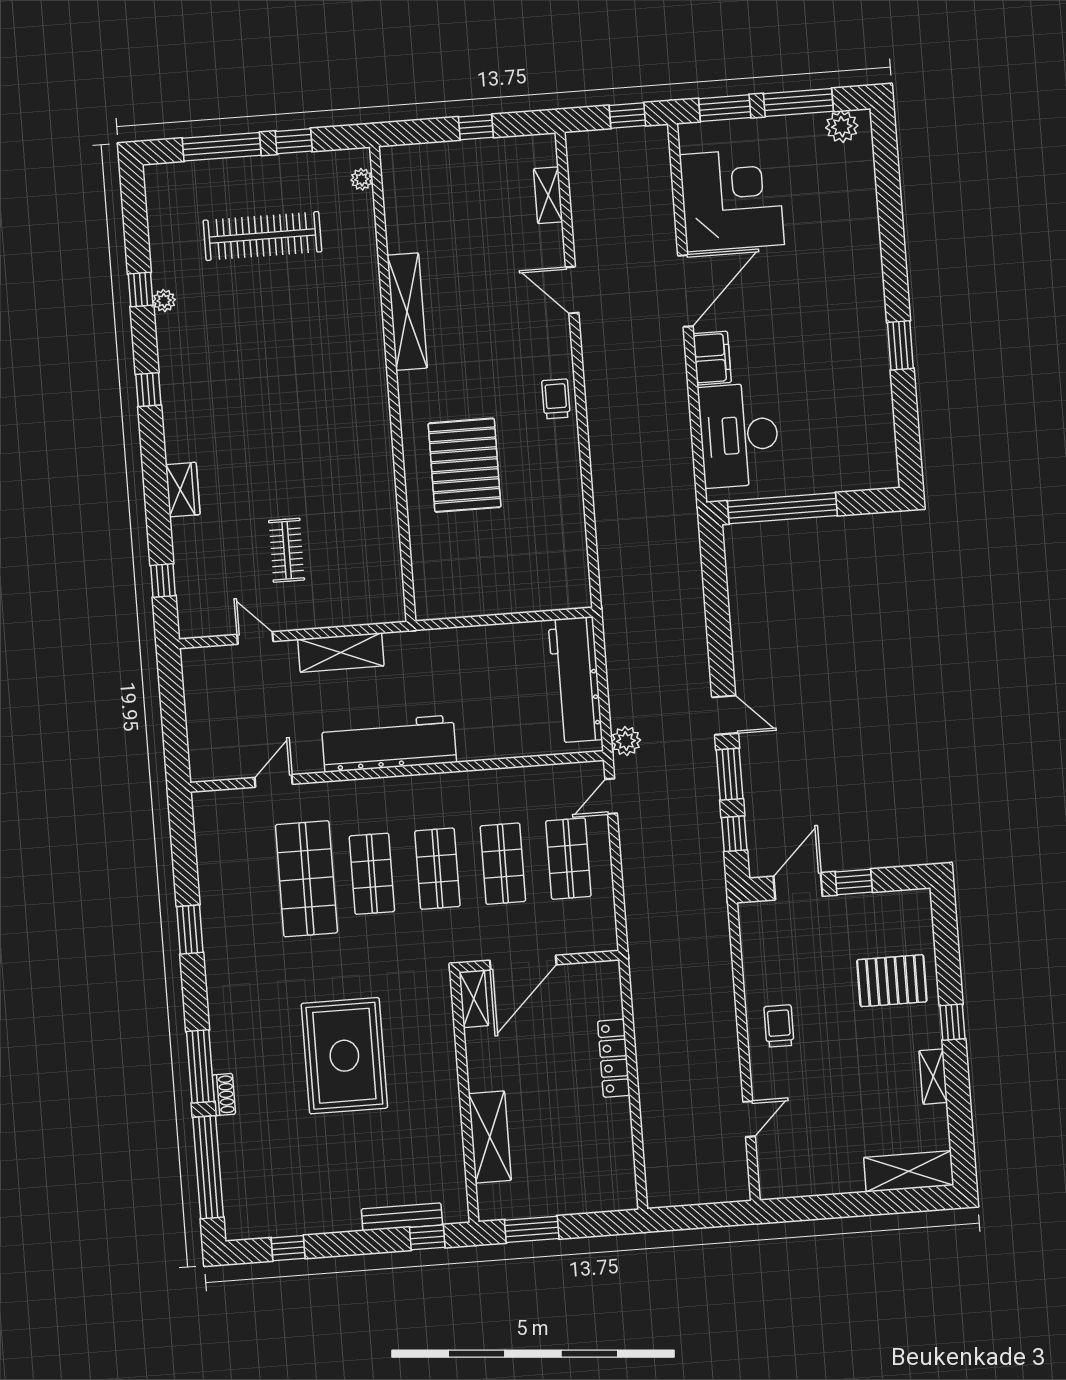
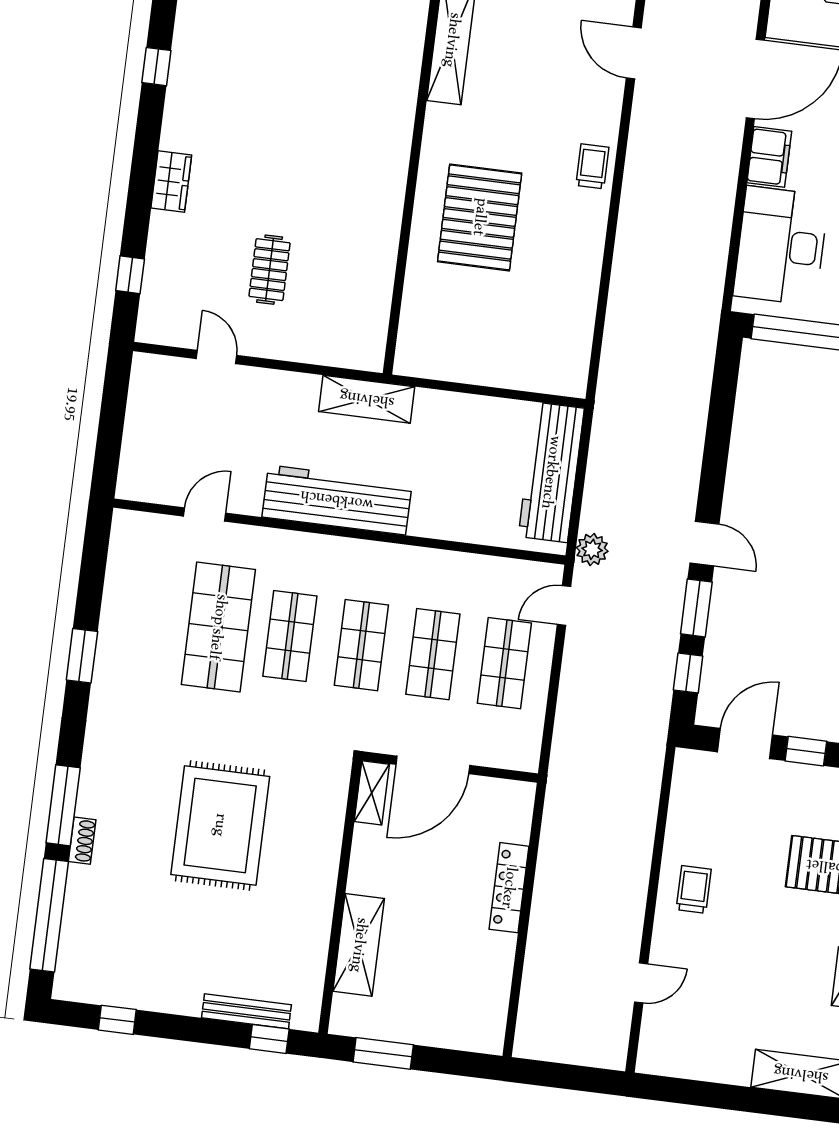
shelving: (341, 652) -> (367, 399), moved

